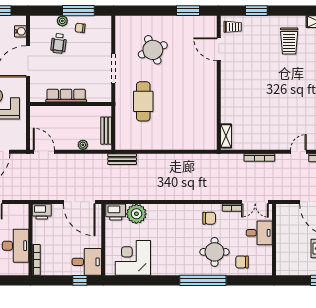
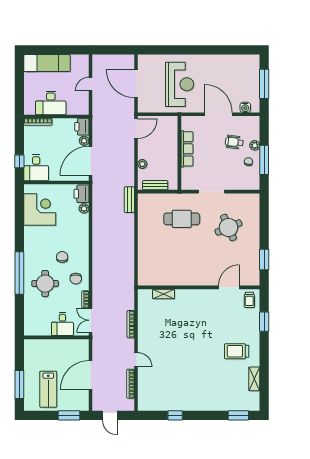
shelving: (226, 136) -> (164, 294), moved
plant: (57, 209) -> (84, 141), added
plant: (136, 214) -> (84, 208), width x0.53, depth x0.53
chair: (242, 262) -> (62, 257), moved

